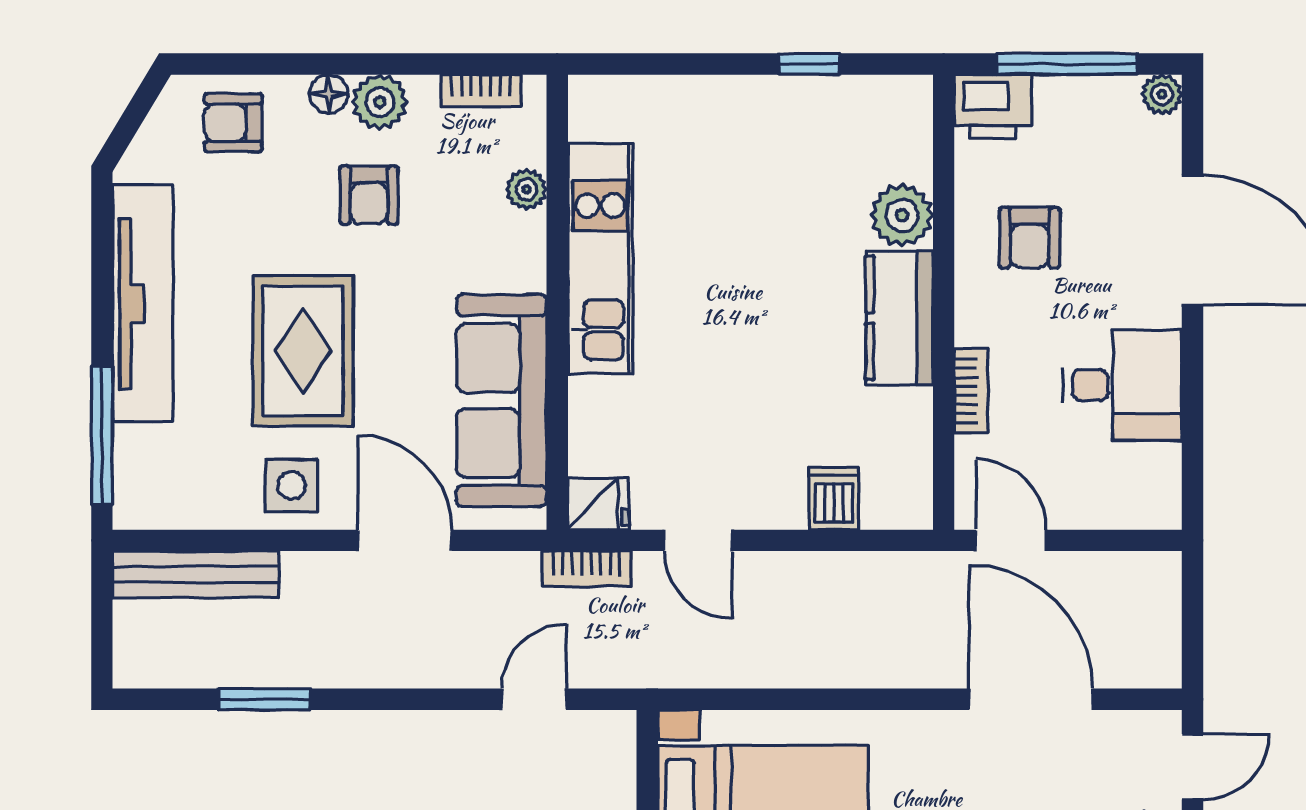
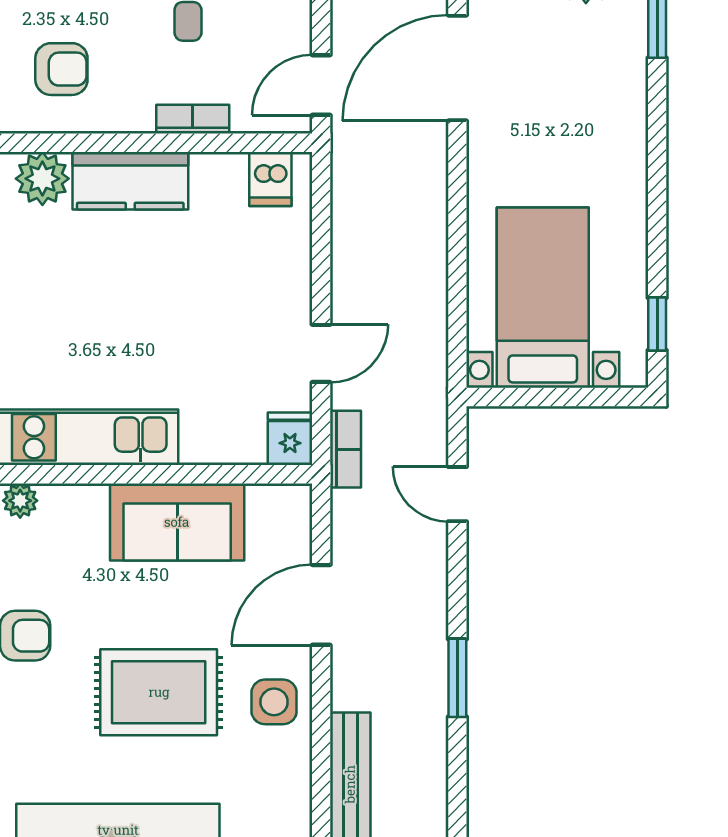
sofa: (501, 401) -> (177, 522), width x0.73
dishwasher: (834, 498) -> (270, 179), moved, turned -90
window: (264, 699) -> (457, 678), moved

